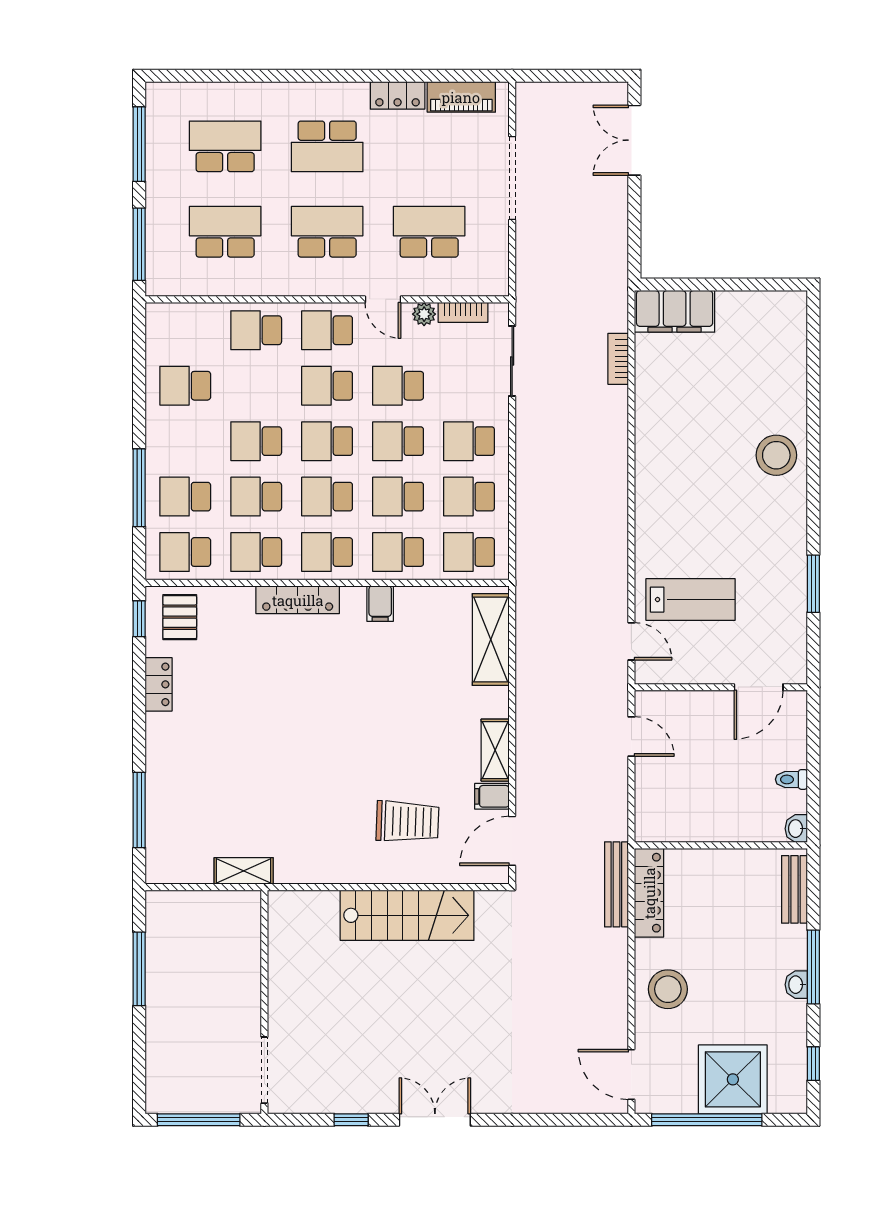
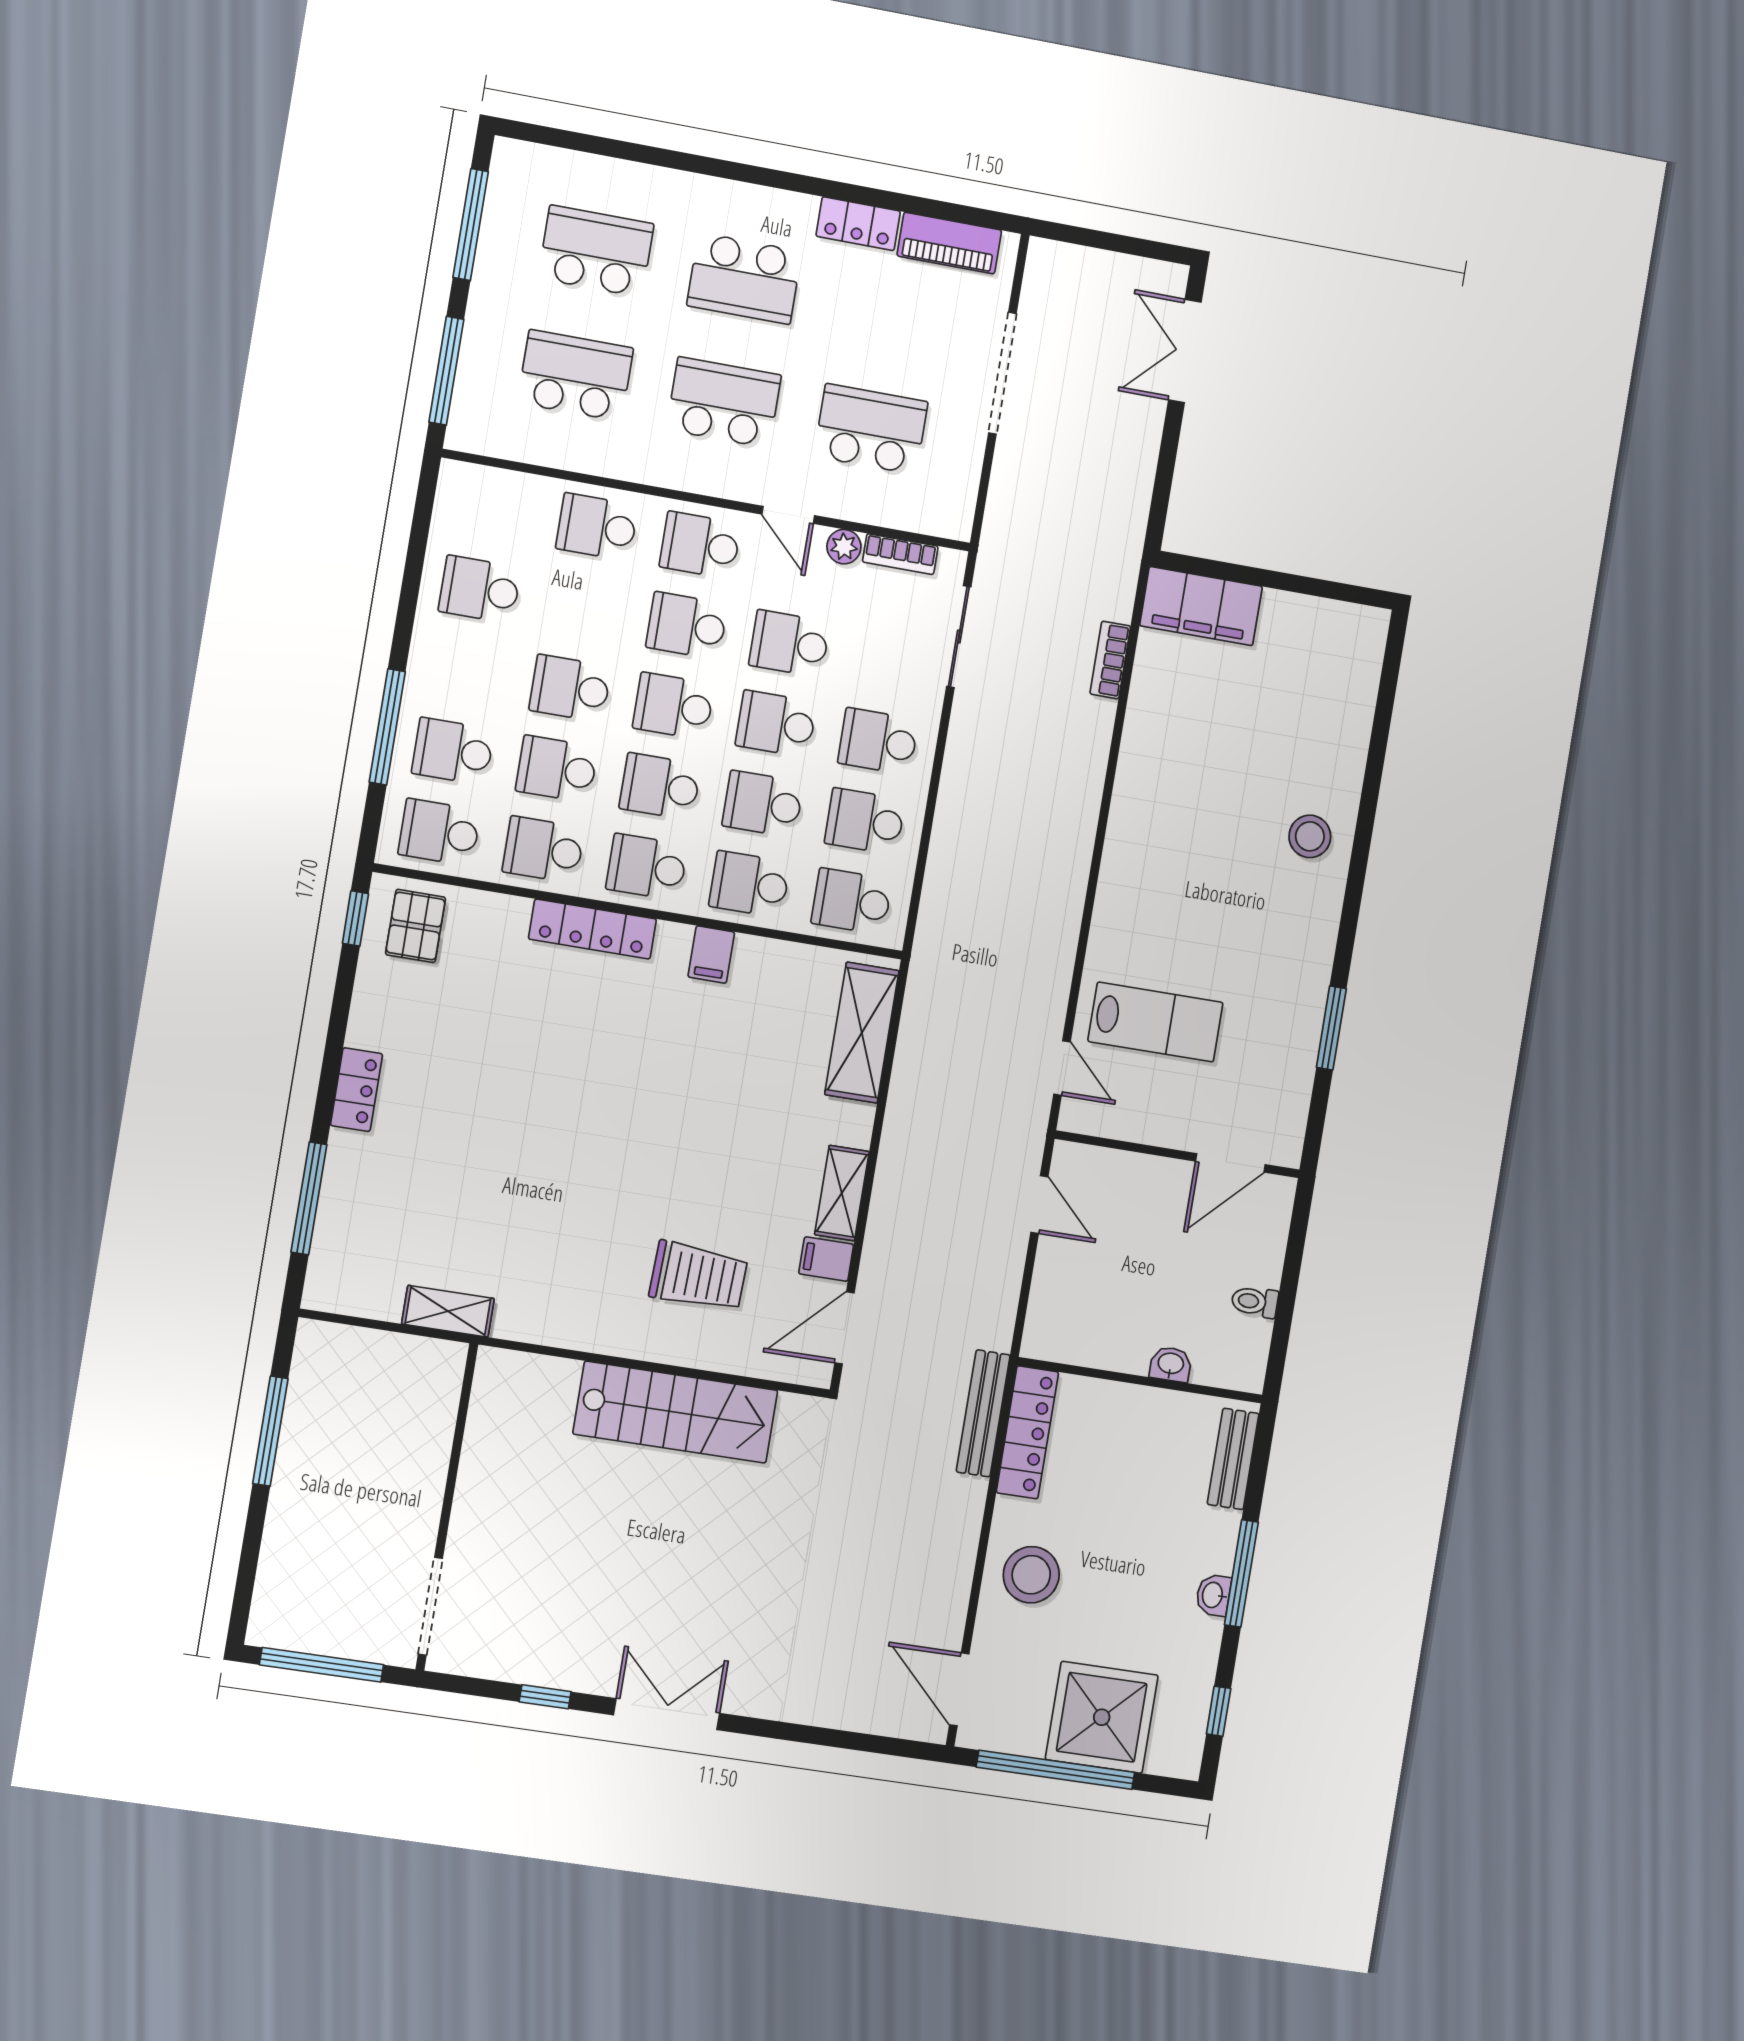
stool: (776, 455) -> (1310, 836), width x0.73, depth x0.73
locker: (159, 684) -> (356, 1090), moved
washbasin: (796, 829) -> (1171, 1364), moved, turned 90

